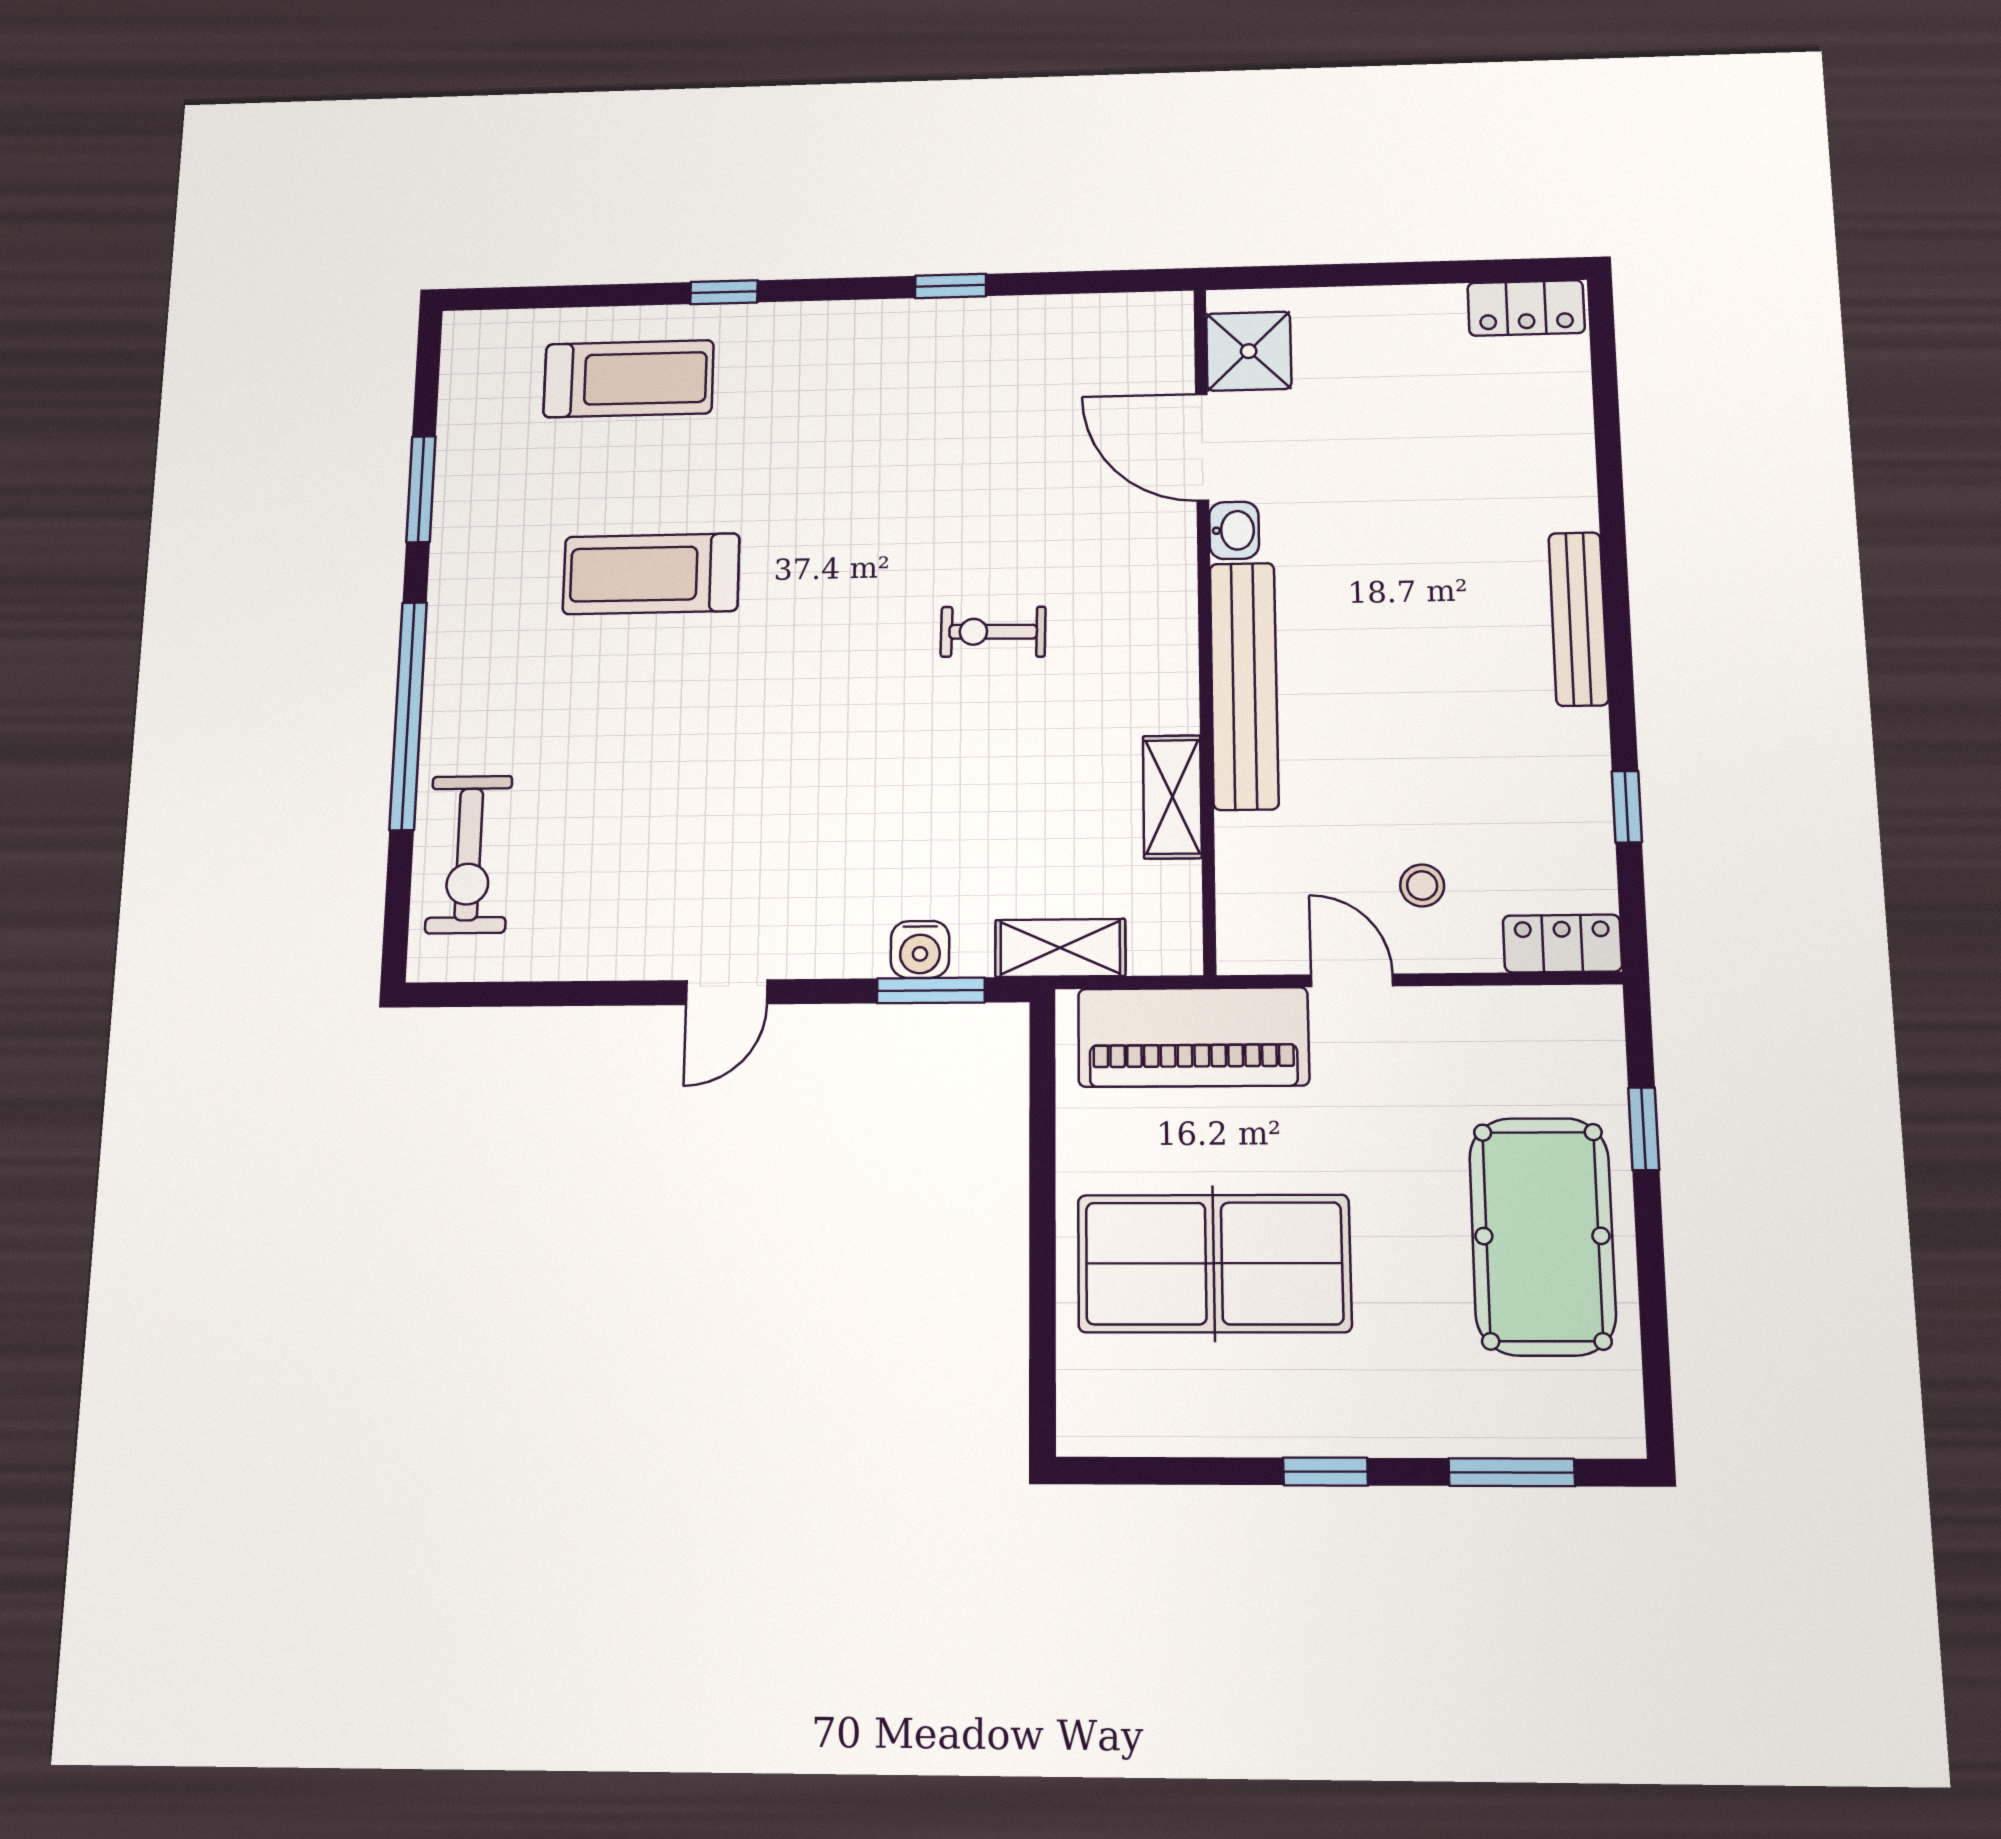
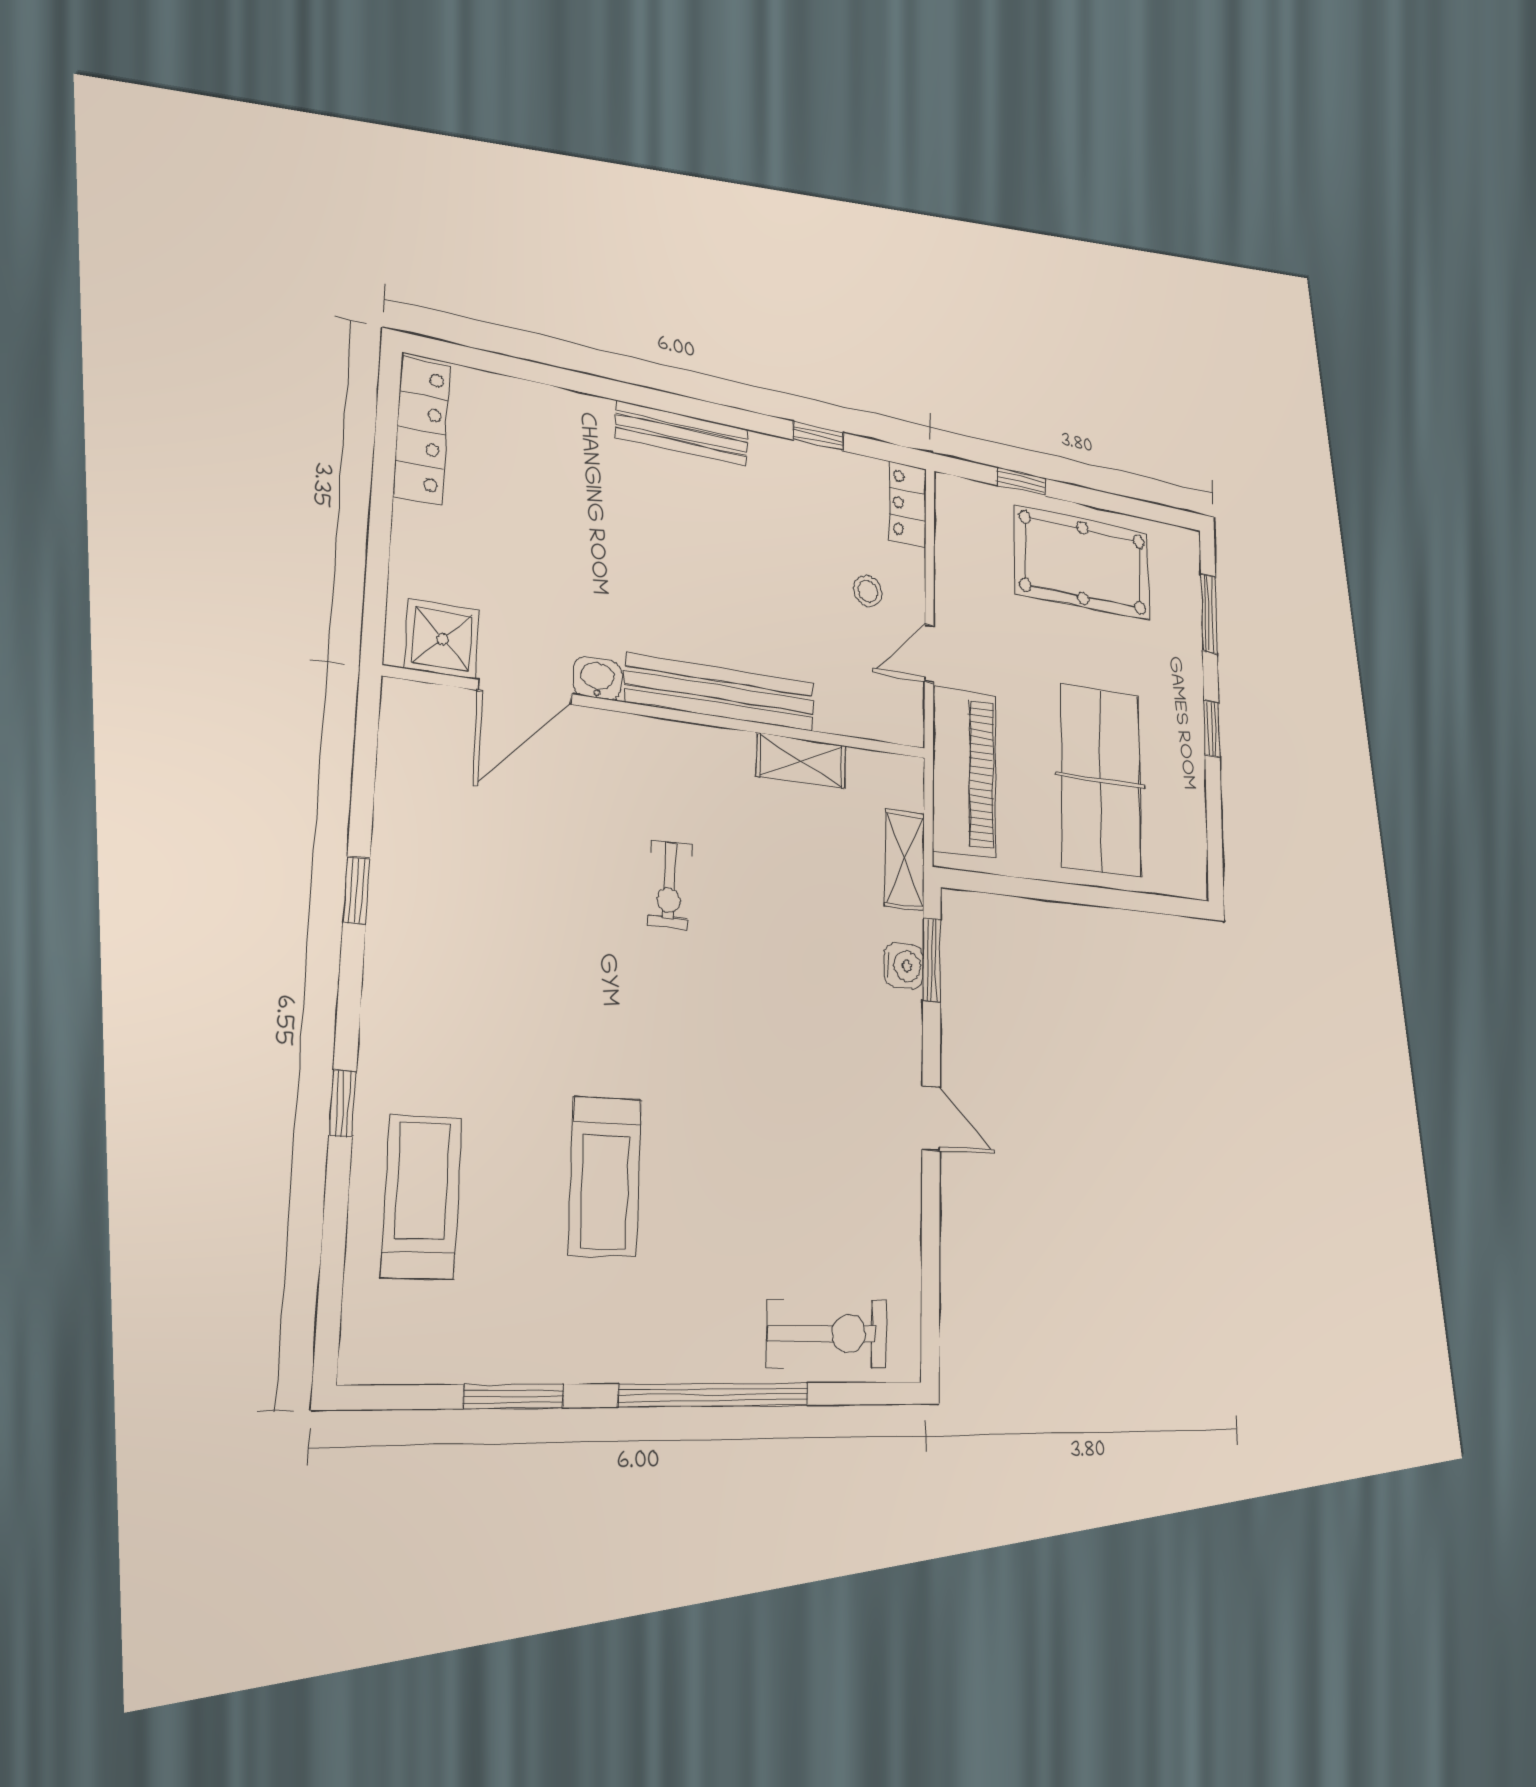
locker: (1526, 308) -> (421, 430), width x1.53

